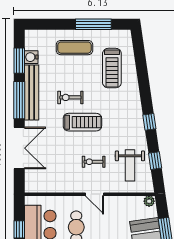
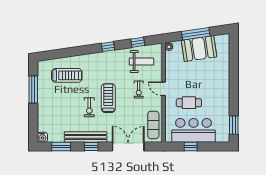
exercise mat: (74, 48) -> (153, 125), moved
water cooler: (31, 57) -> (42, 137), moved
window: (19, 100) -> (91, 146), width x0.46
door: (94, 194) -> (164, 89), swing flipped

